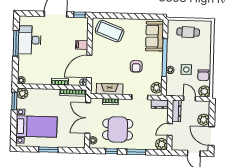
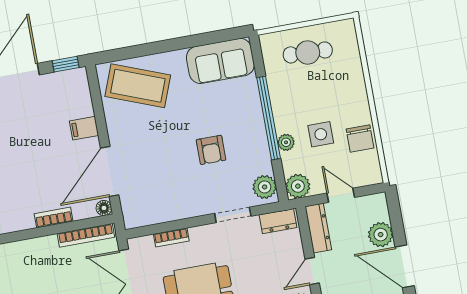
sofa: (155, 36) -> (220, 61), moved, turned -90
fireplace: (110, 89) -> (164, 211), removed
plant: (204, 91) -> (298, 186), moved

